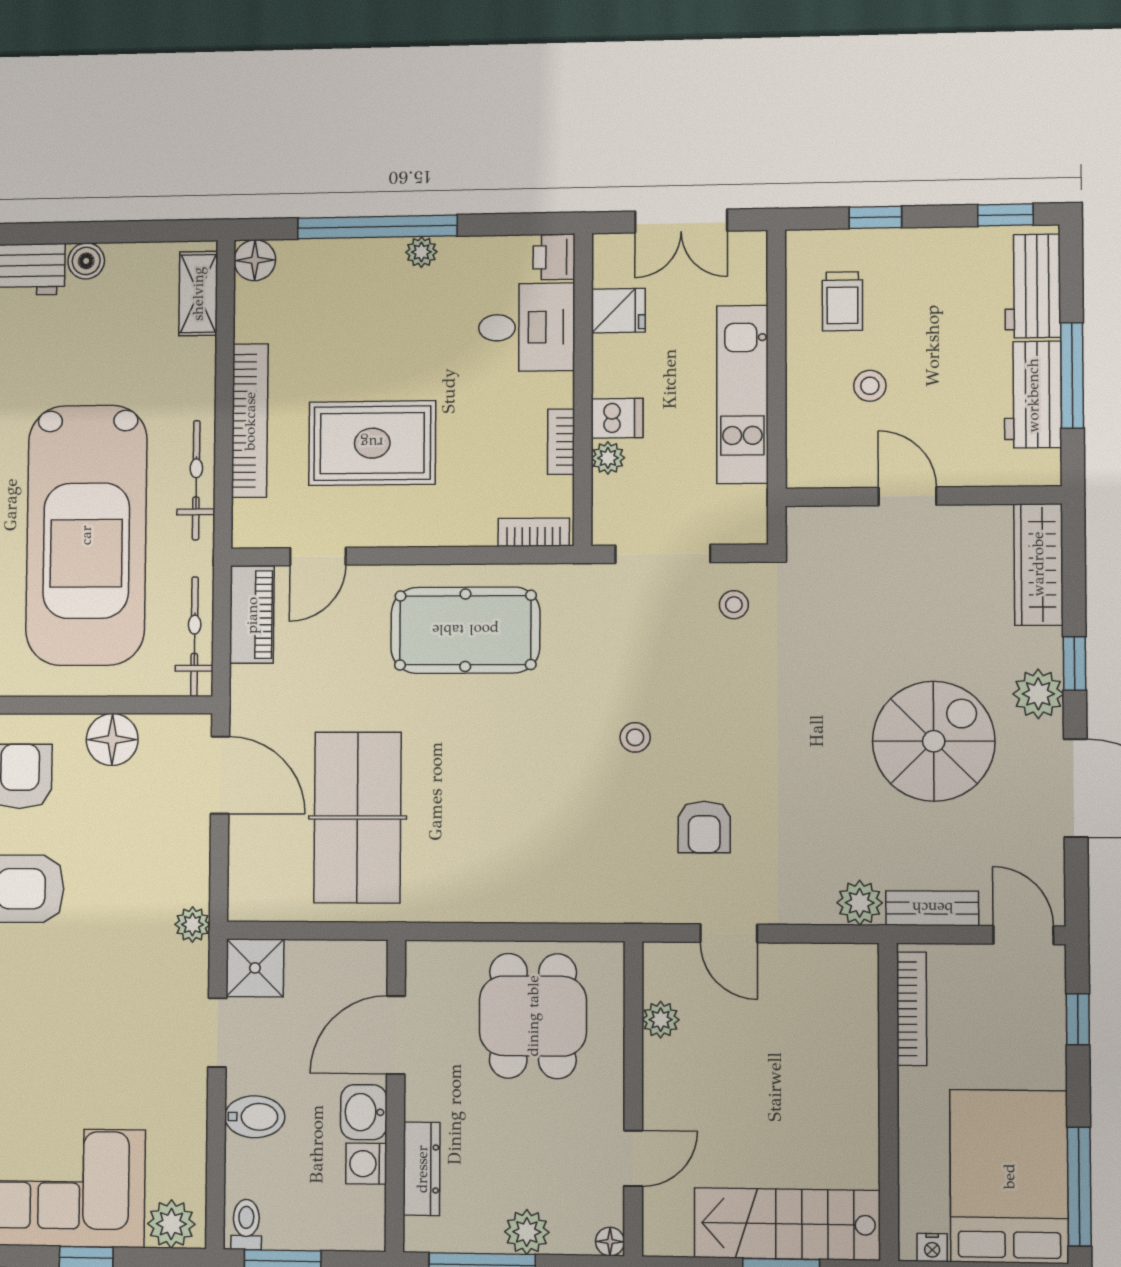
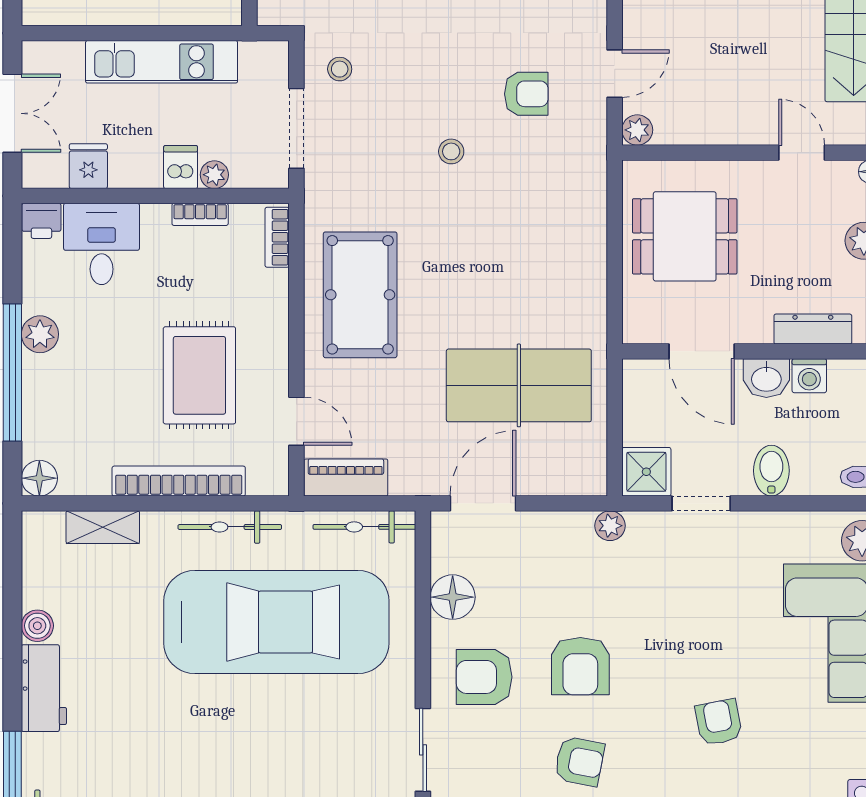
plant: (421, 252) -> (40, 334), width x1.38, depth x1.38
shelving: (198, 294) -> (103, 527), moved
plant: (661, 1020) -> (637, 130), moved

